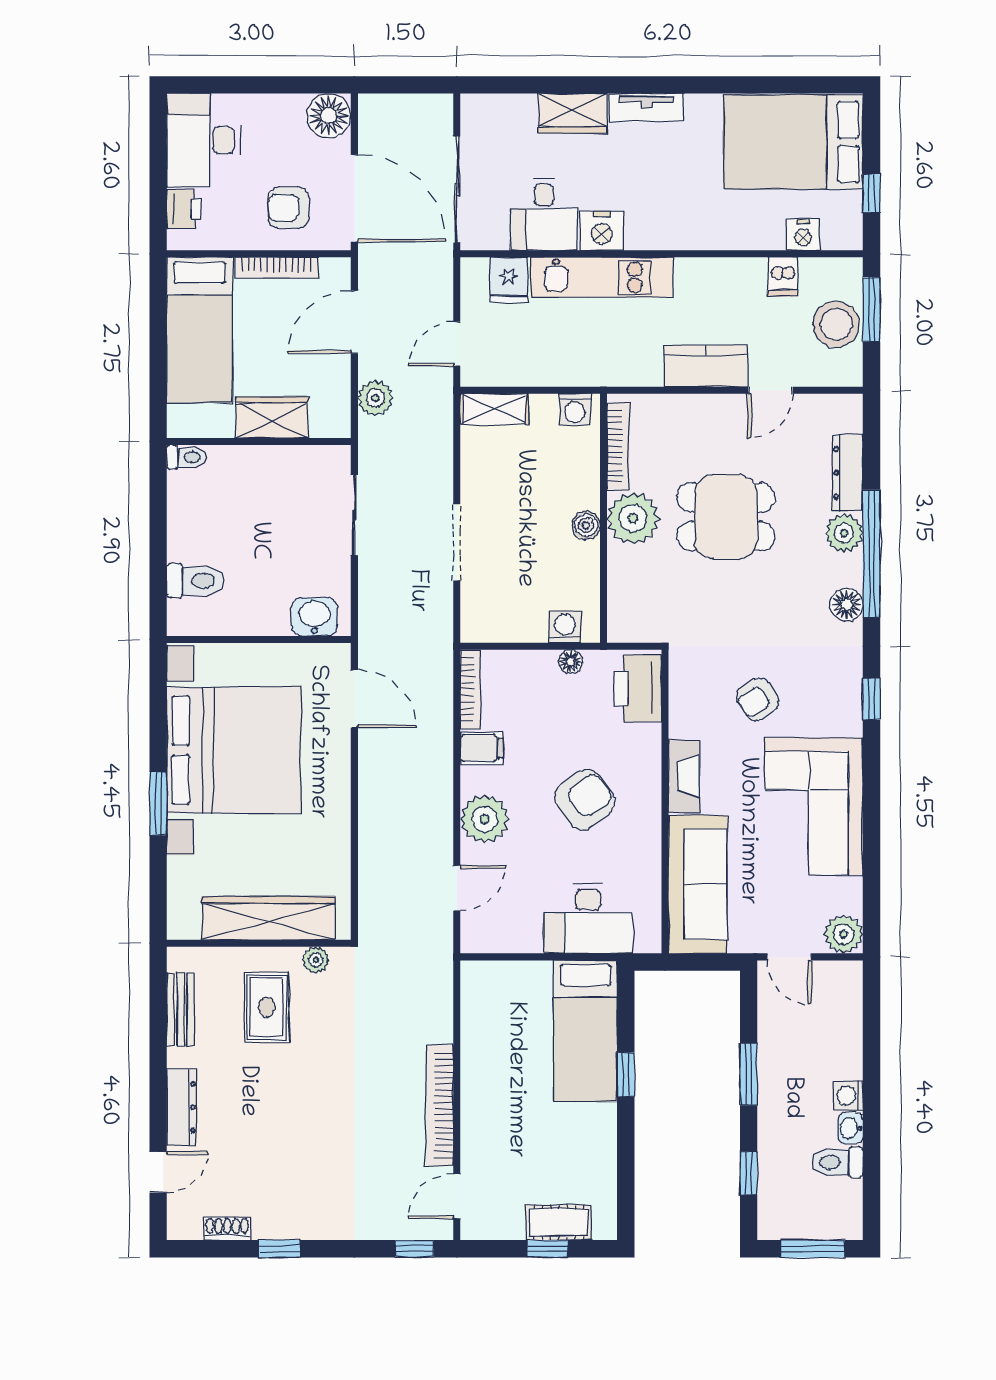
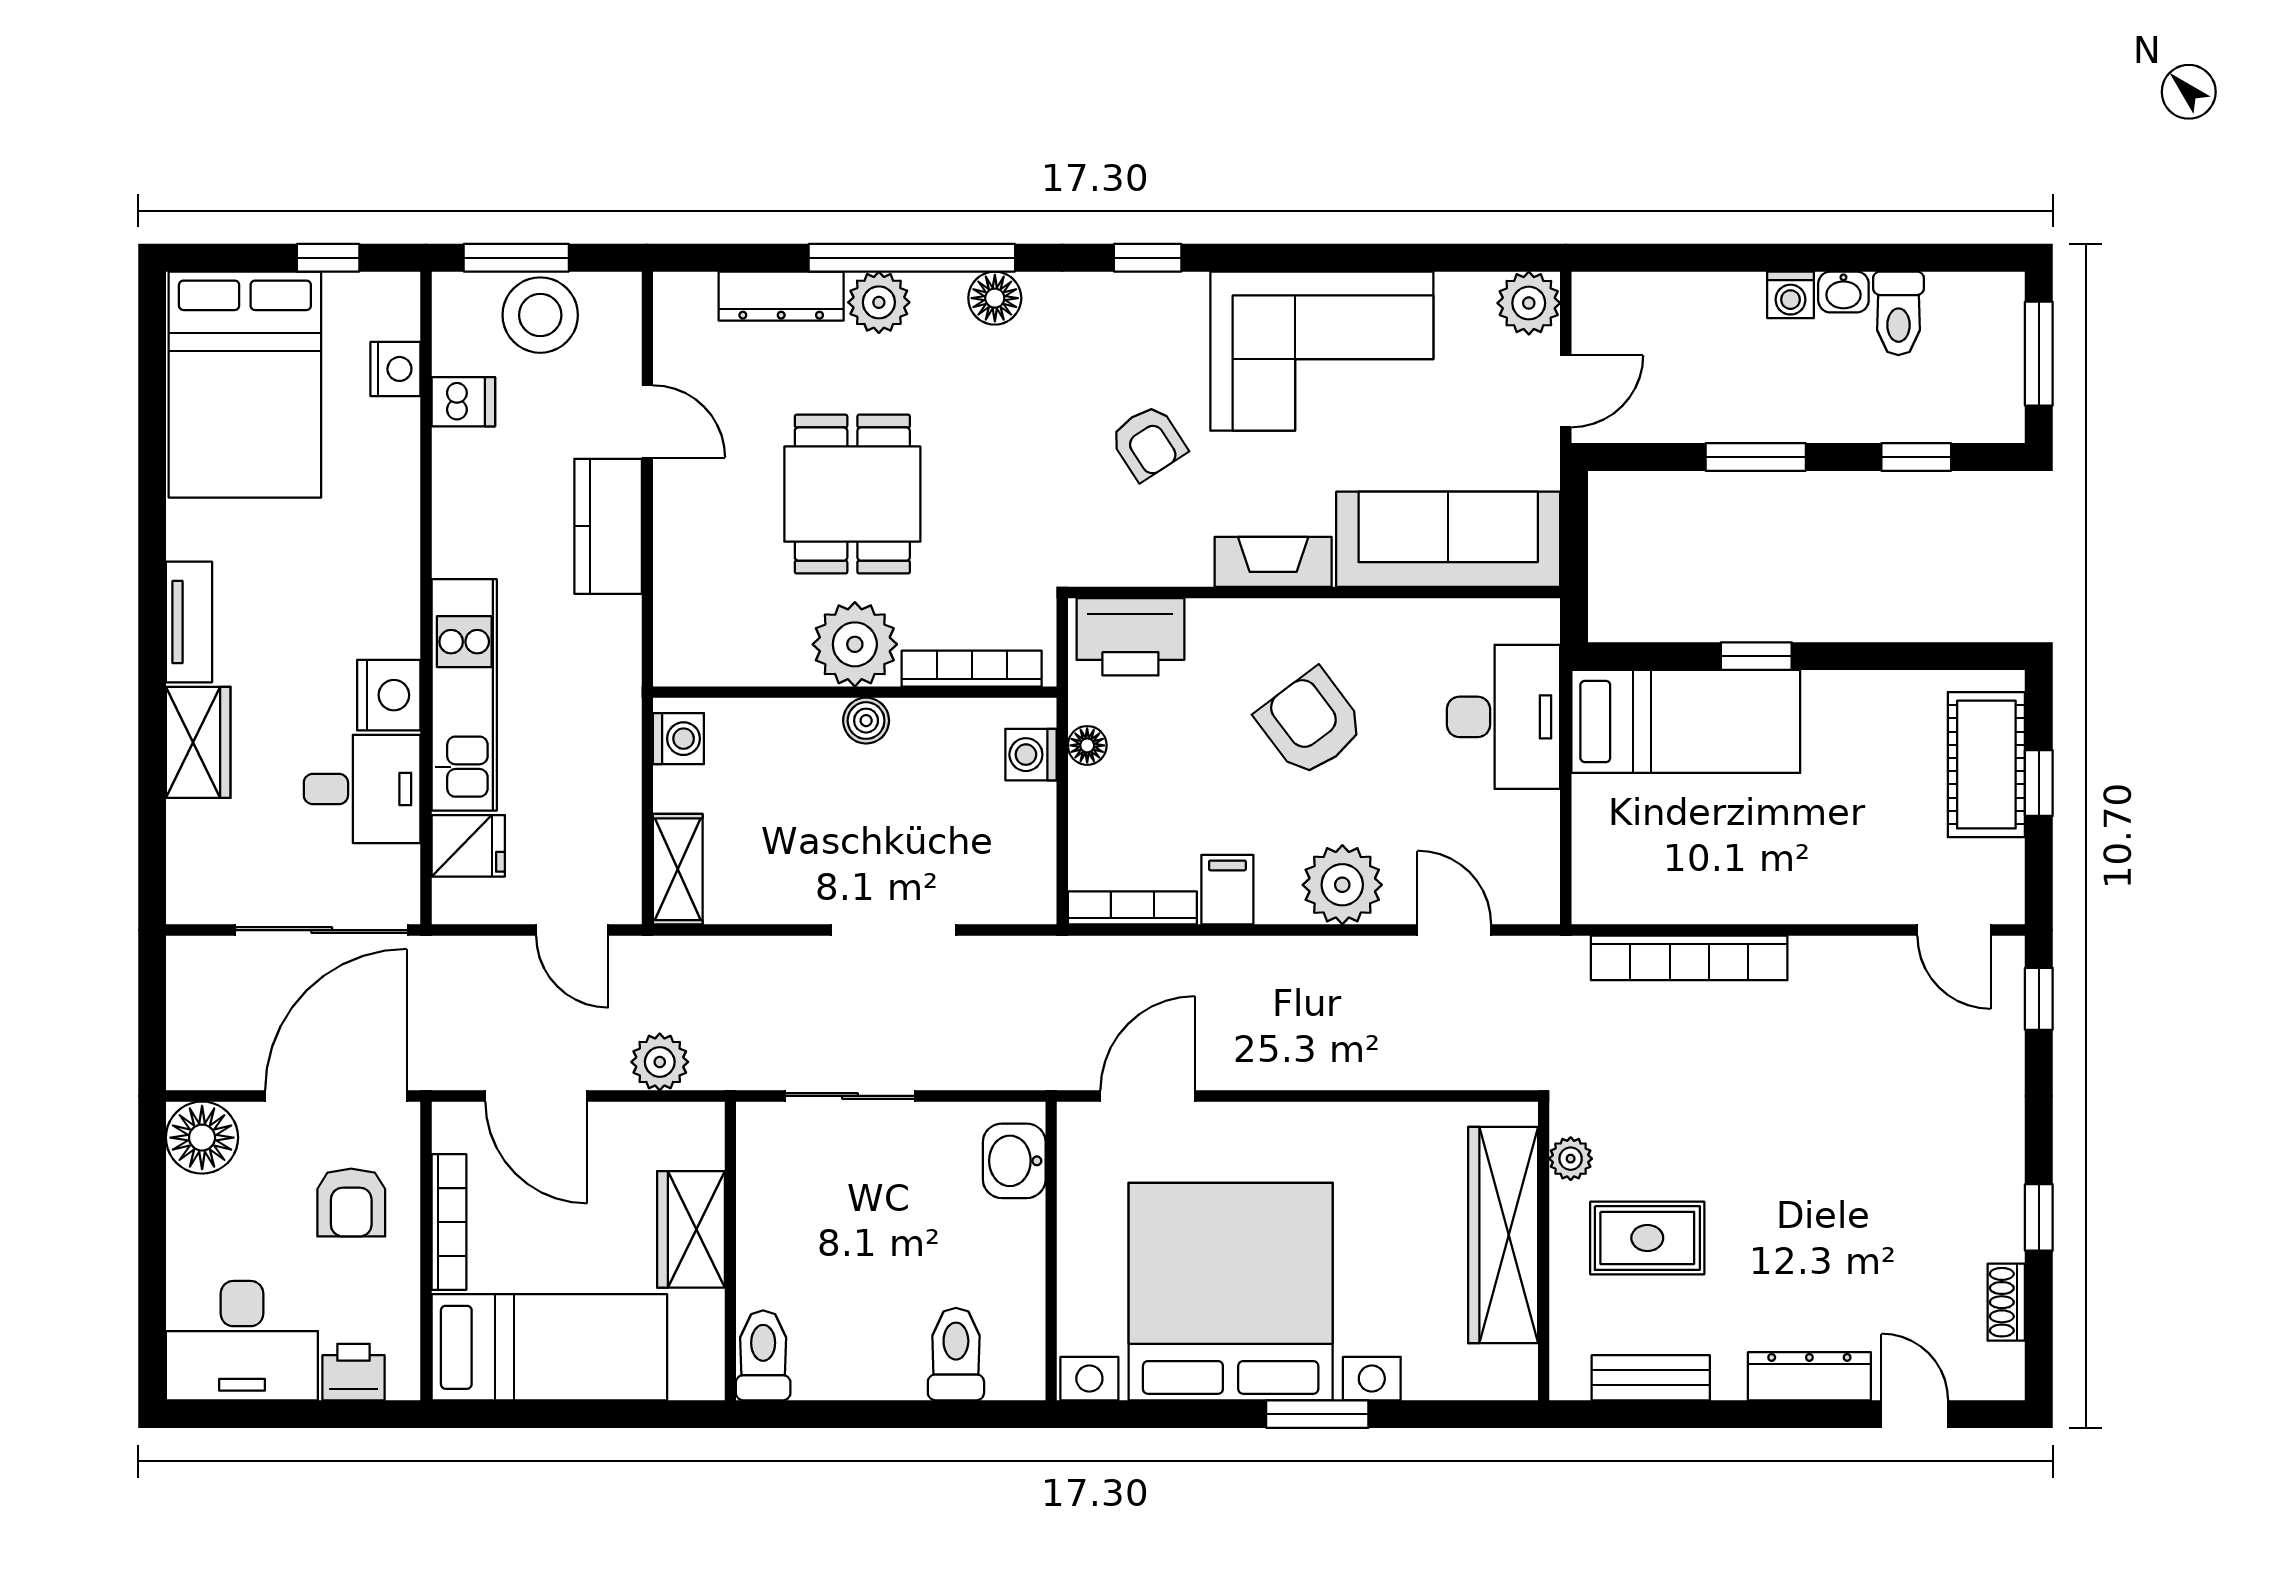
bookcase: (618, 446) -> (972, 669), moved
toilet: (187, 457) -> (763, 1355), width x1.37, depth x1.39
bookcase: (440, 1105) -> (1689, 958), moved
cot: (559, 1222) -> (1986, 765), width x1.37, depth x1.34

